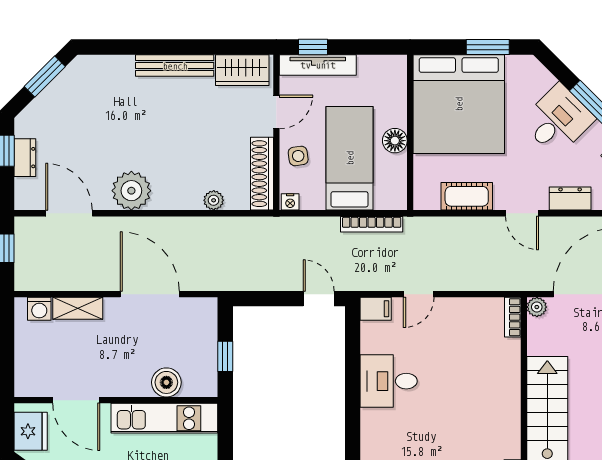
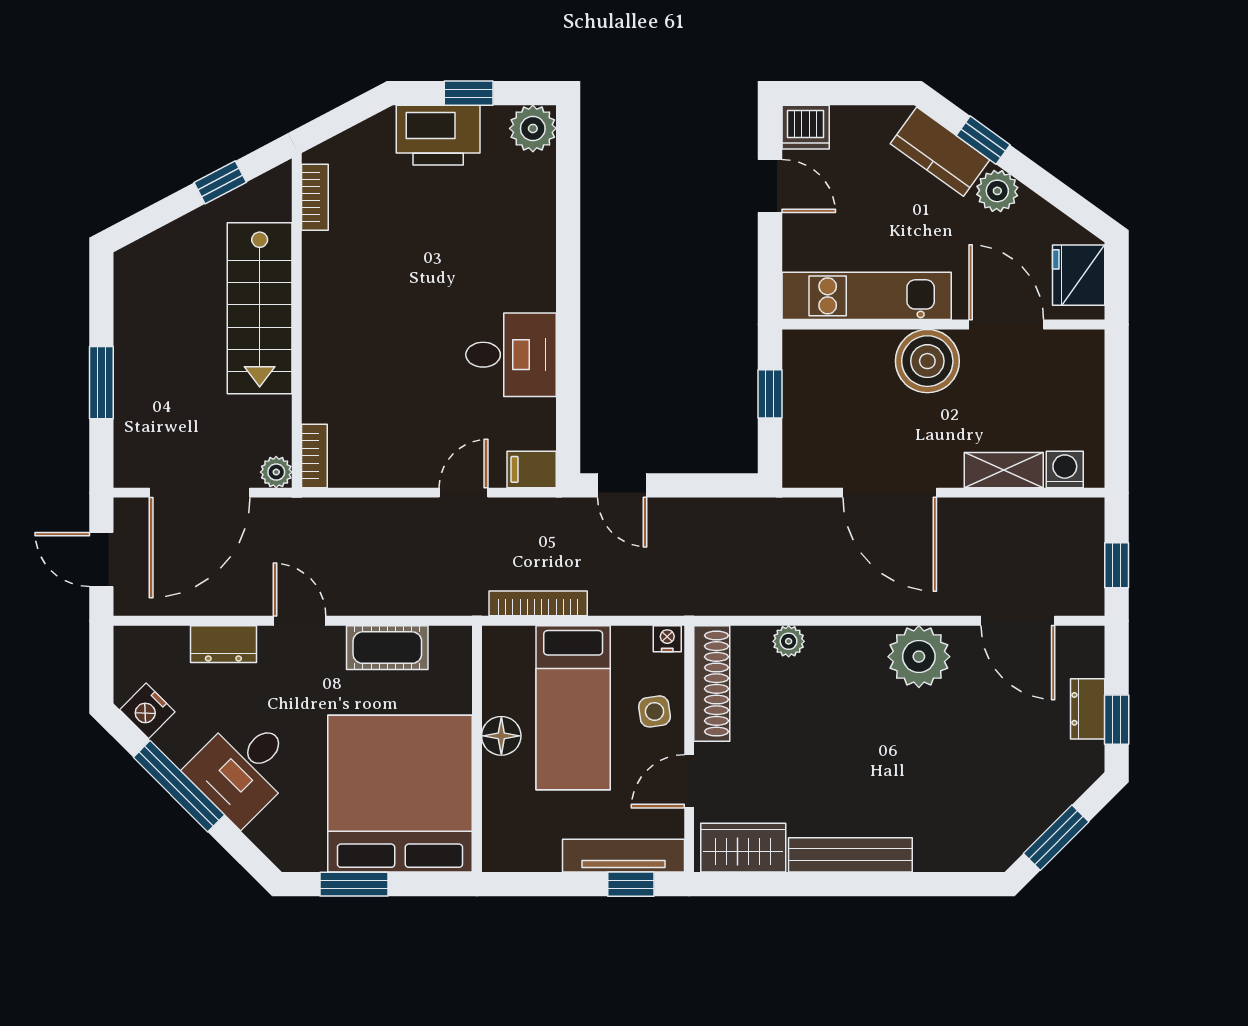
boiler: (166, 382) -> (927, 361), moved, width x1.37, depth x1.37

